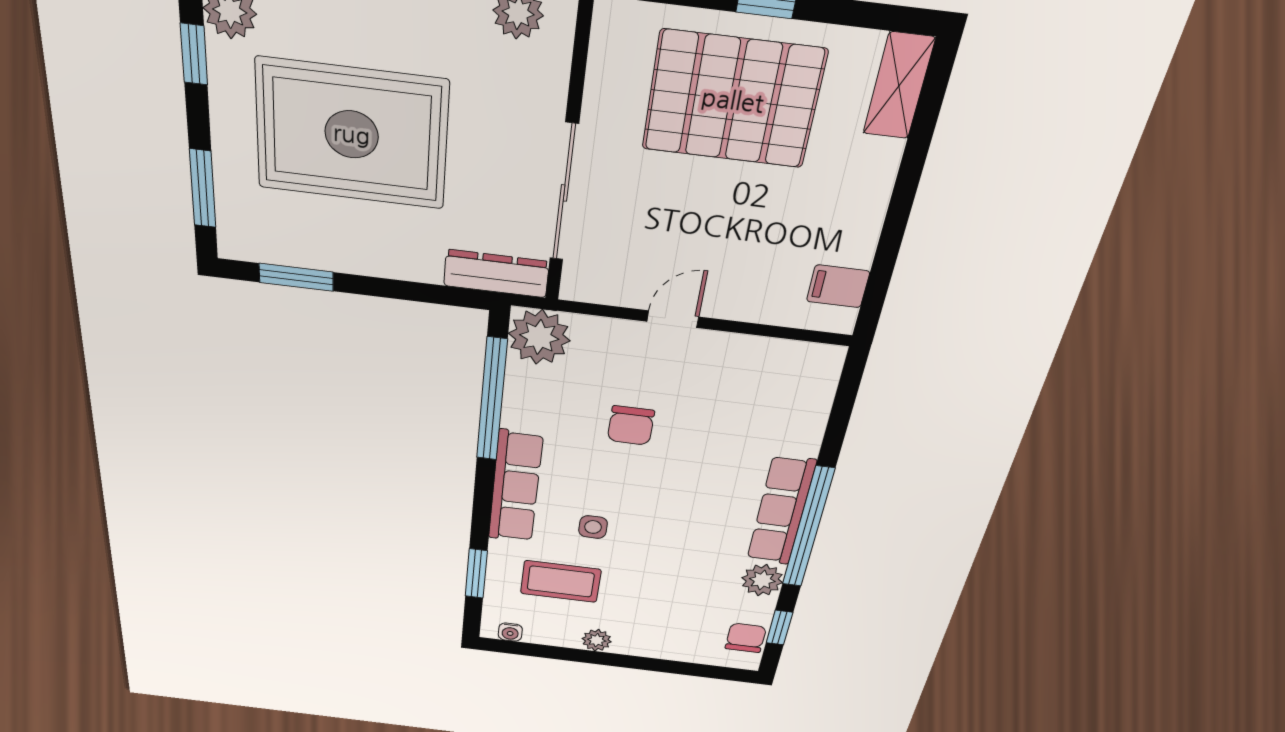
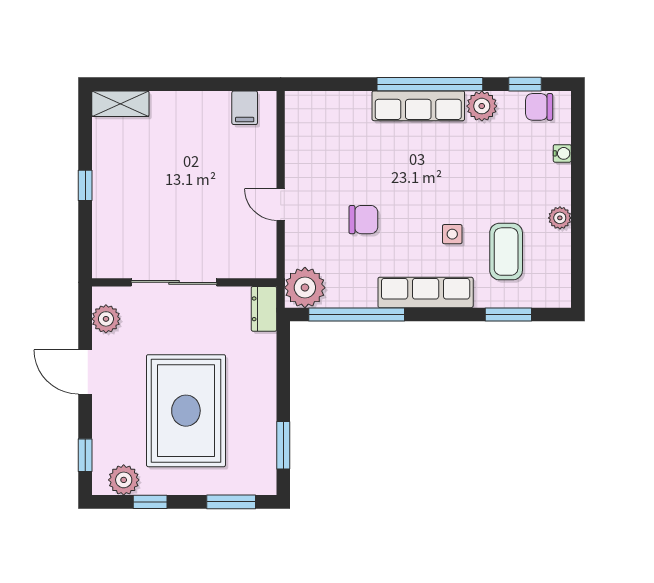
pallet: (733, 100) -> (139, 193), removed
sliding door: (564, 193) -> (174, 282), moved
dresser: (496, 274) -> (264, 309), width x0.70
water cooler: (510, 632) -> (562, 153), moved

